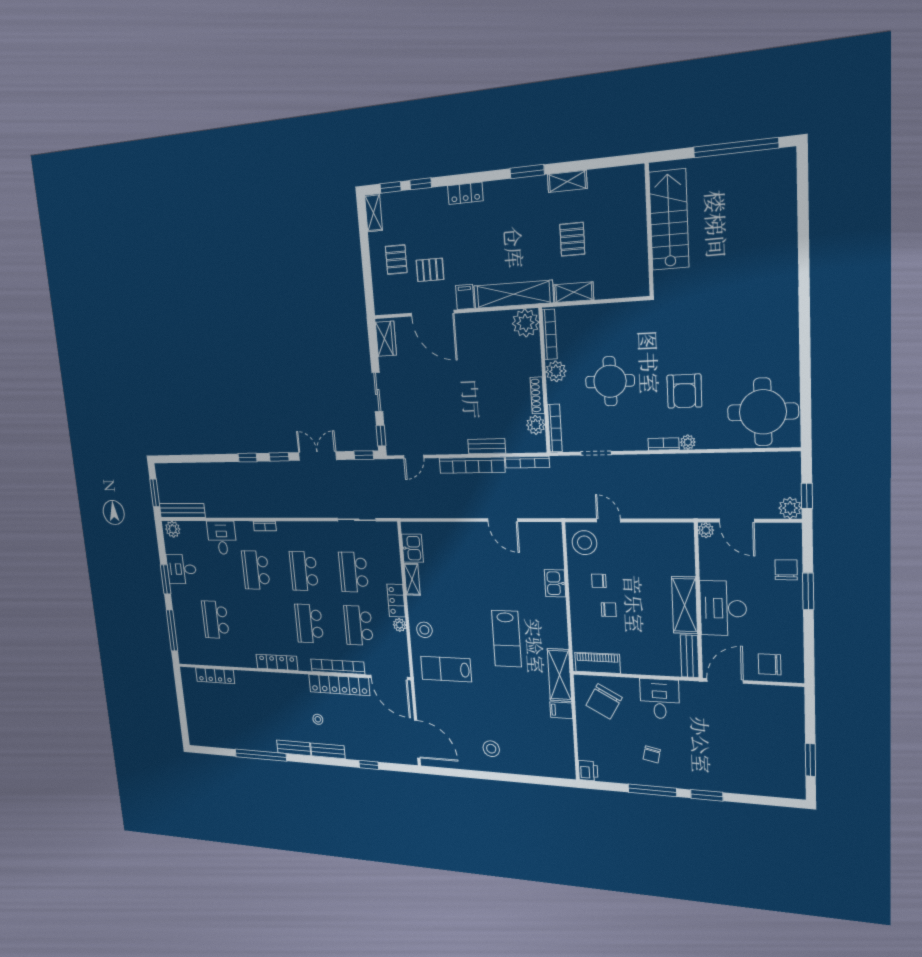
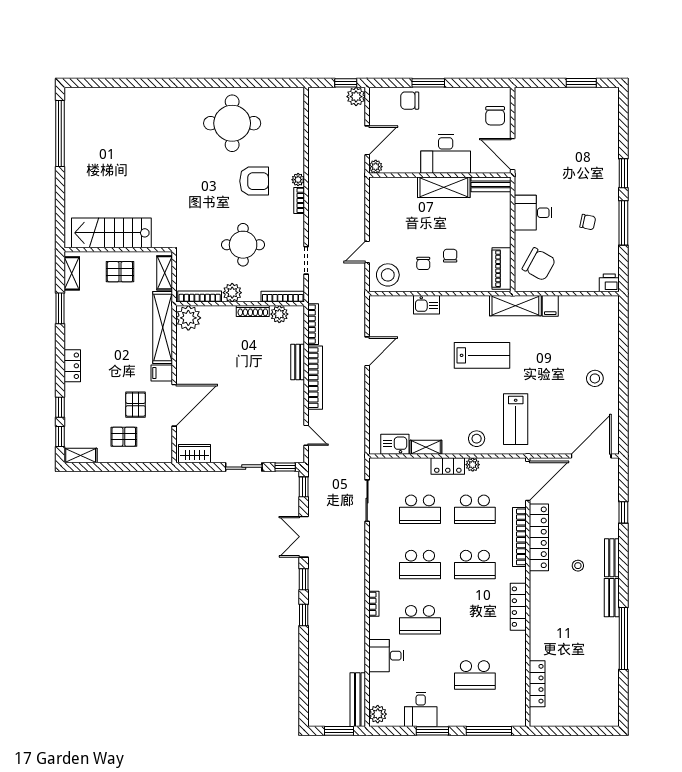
stairs: (669, 220) -> (111, 233), moved
wall: (649, 230) -> (118, 250), moved
round table: (763, 412) -> (232, 123), moved

